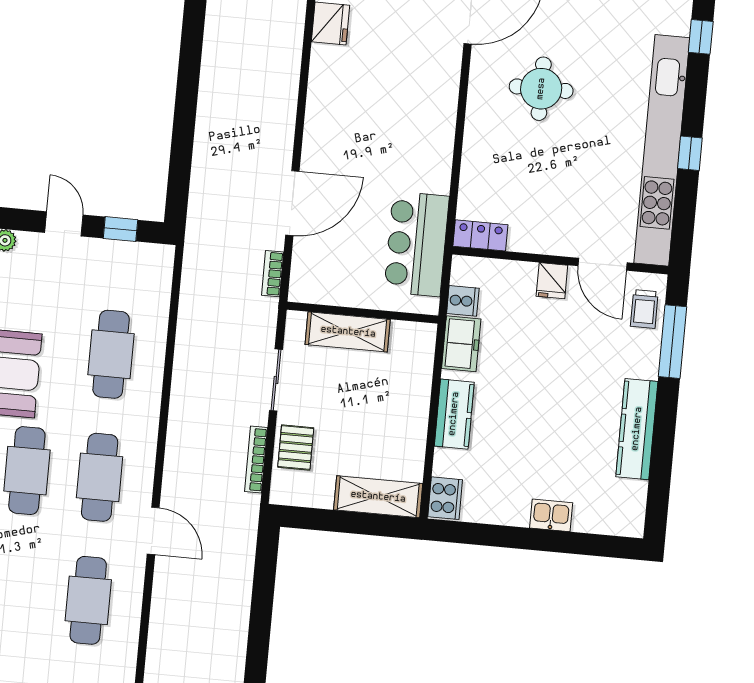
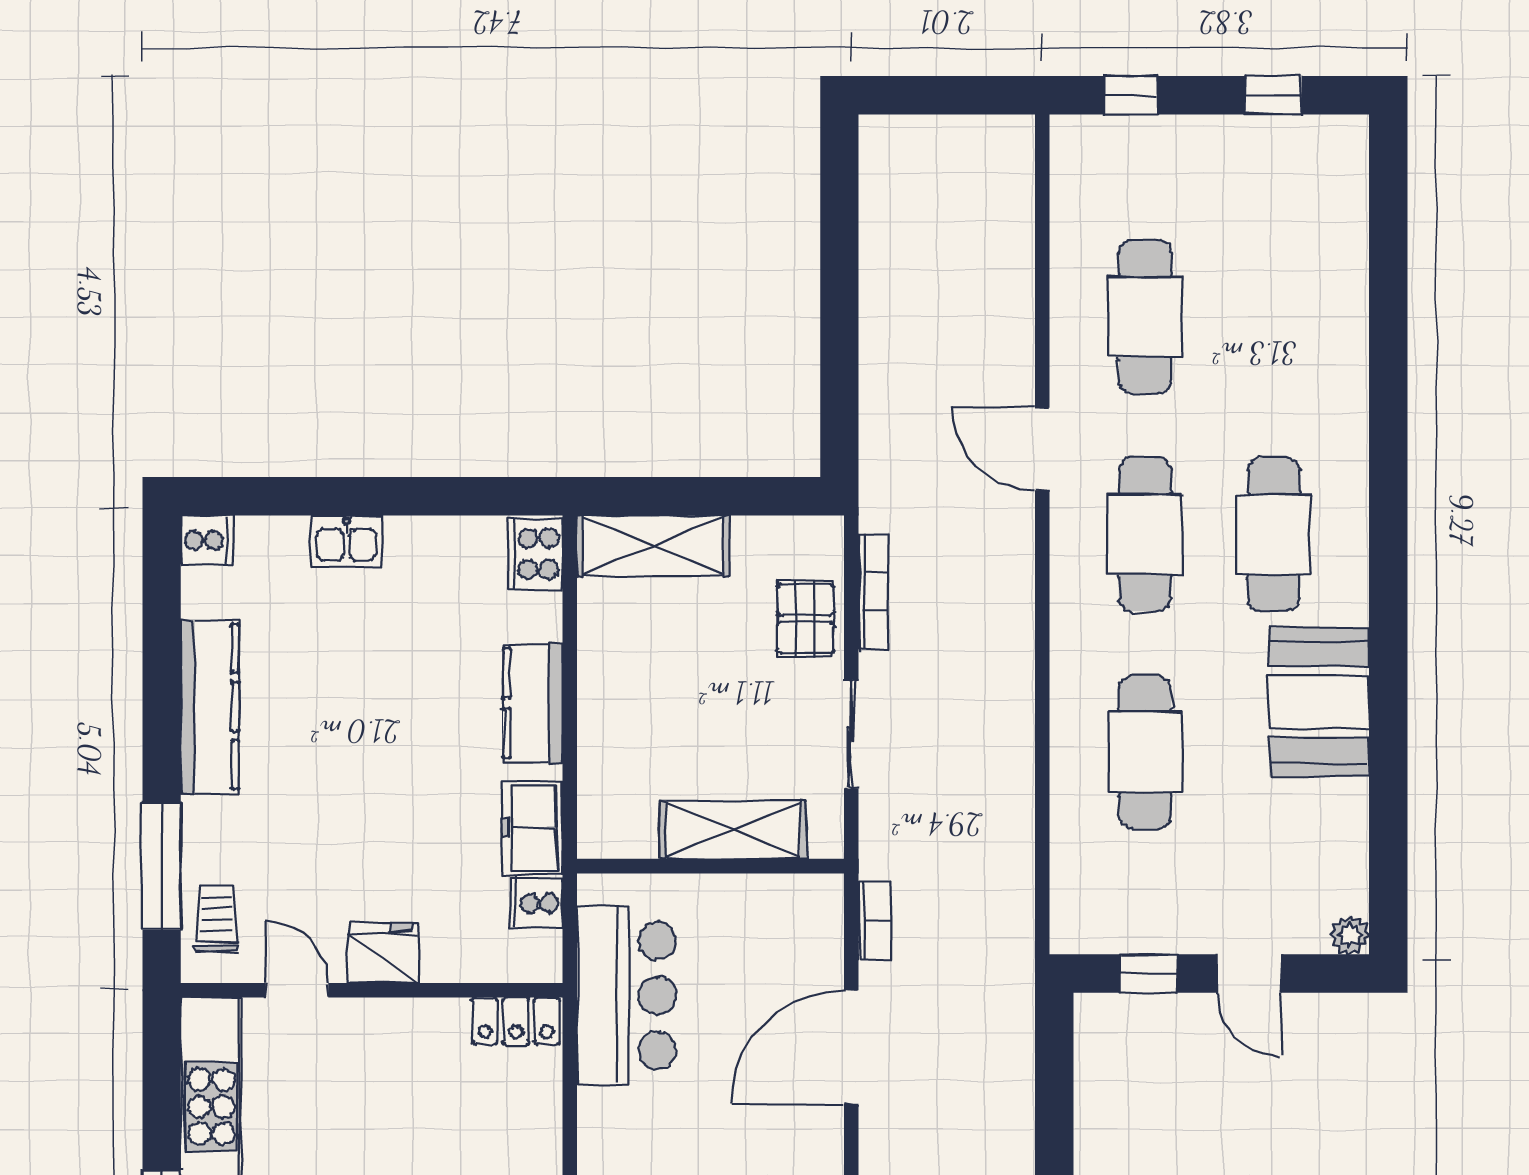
door: (602, 264) -> (297, 990), width x0.73
fridge: (552, 281) -> (383, 953), width x1.38
cooker: (630, 523) -> (207, 540), added

